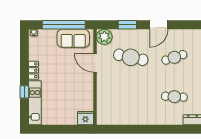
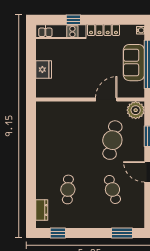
sofa: (73, 38) -> (134, 63), moved
locker: (34, 70) -> (104, 30), width x1.53
fridge: (85, 118) -> (44, 70), moved

